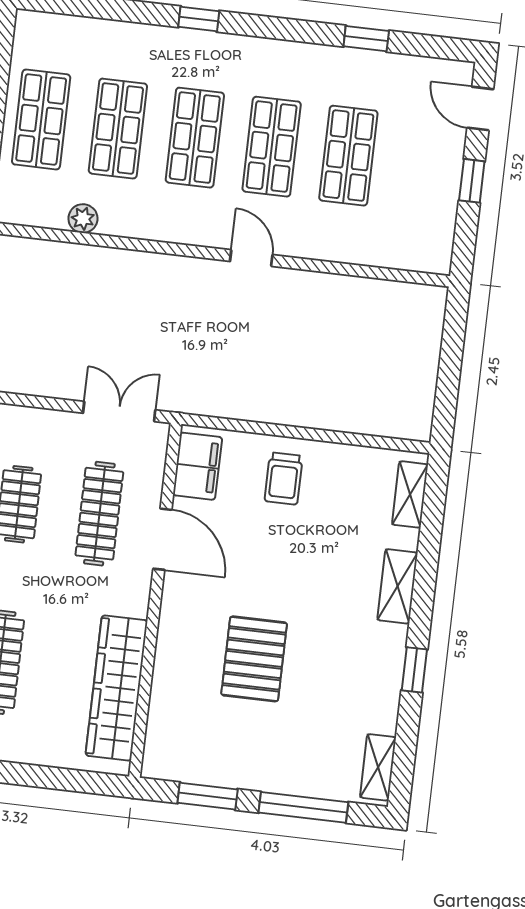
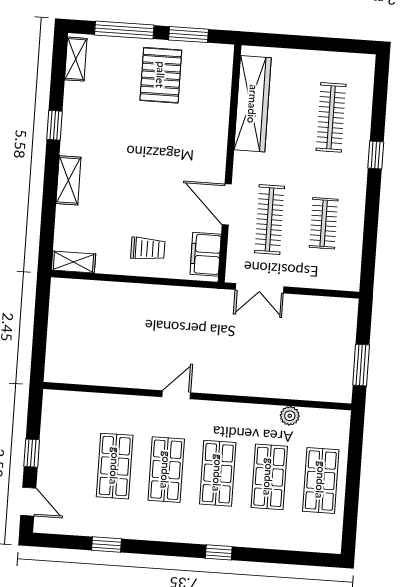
door: (251, 258) -> (176, 395), swing flipped
trolley: (284, 478) -> (148, 249), turned 90
shelving: (410, 494) -> (73, 262), moved, turned 90
pallet: (254, 659) -> (161, 75), moved

